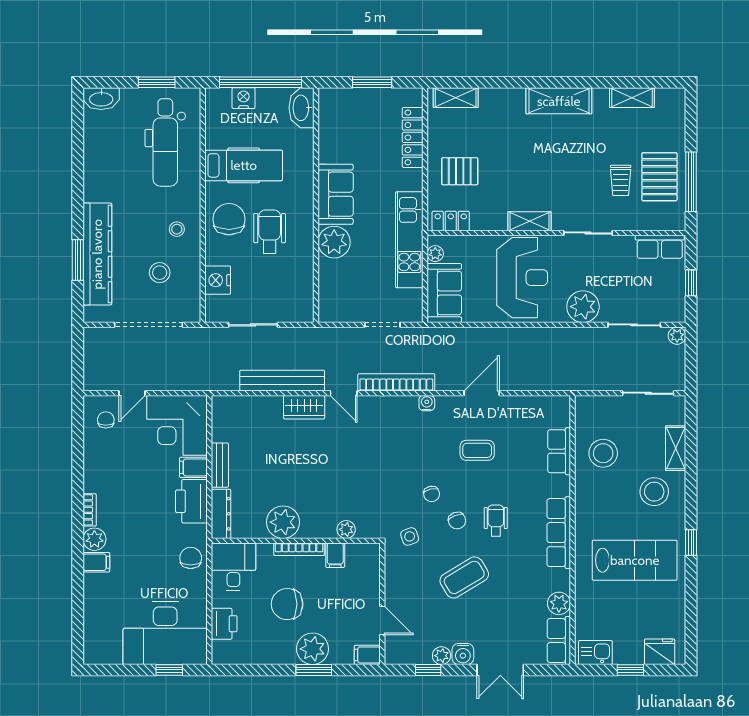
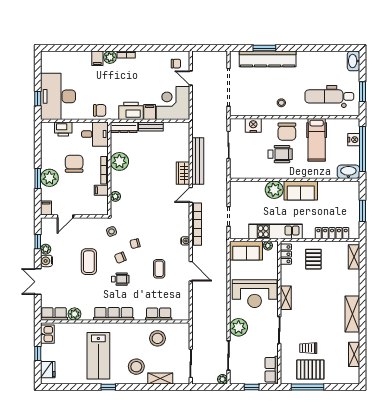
chair: (229, 219) -> (287, 132), turned 90
stool: (160, 273) -> (257, 93), removed
coffee table: (464, 577) -> (89, 262), turned 31

